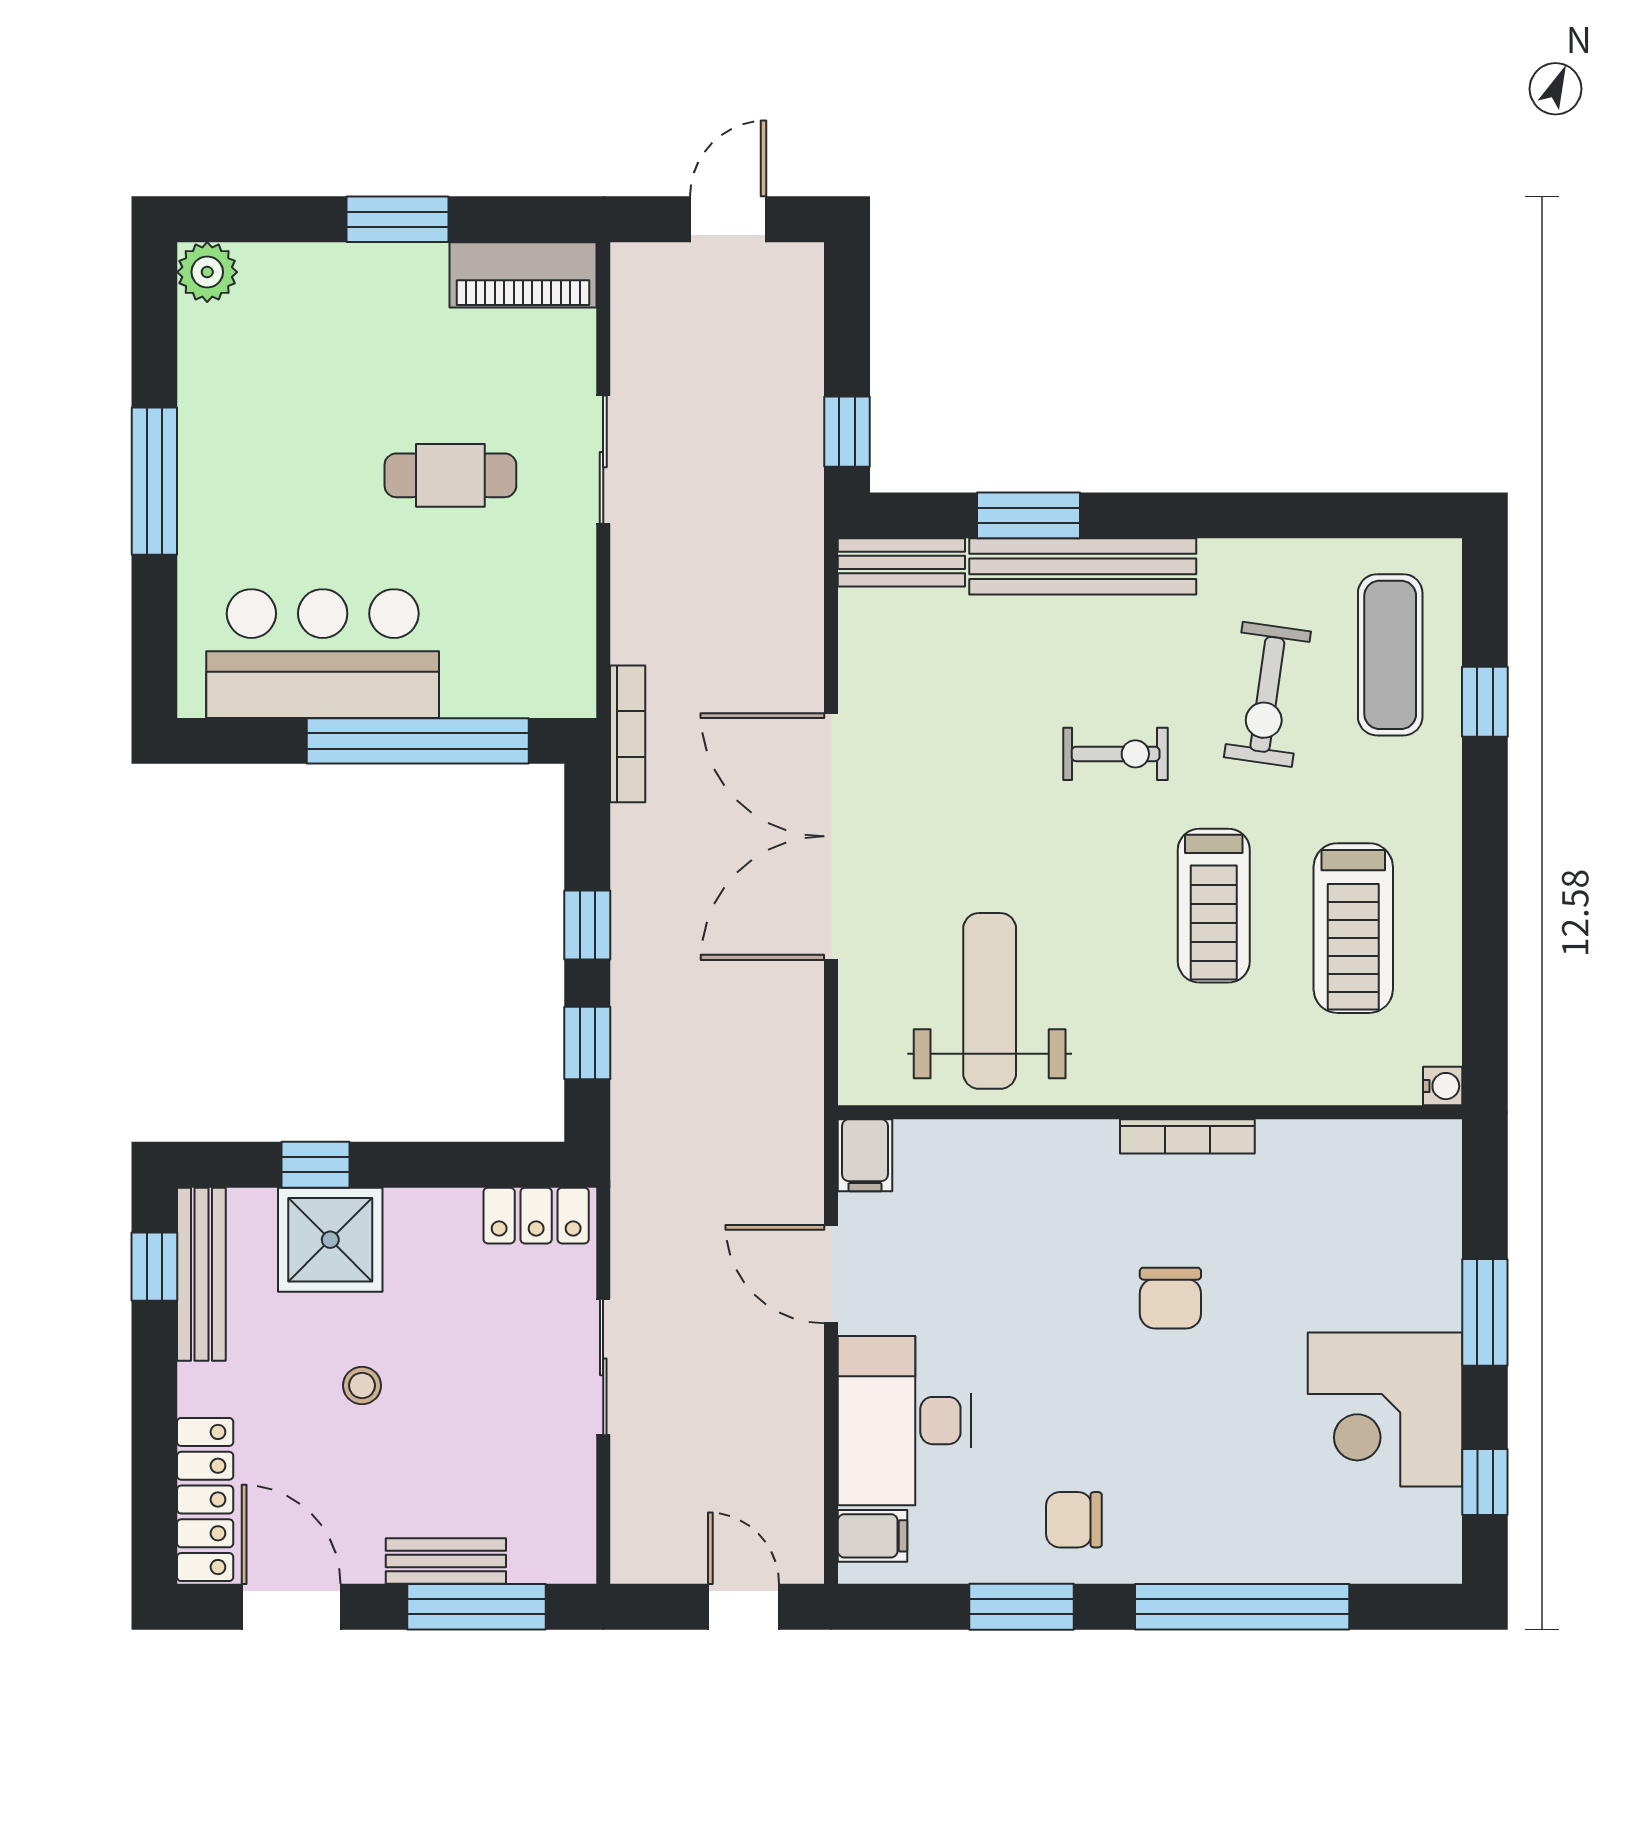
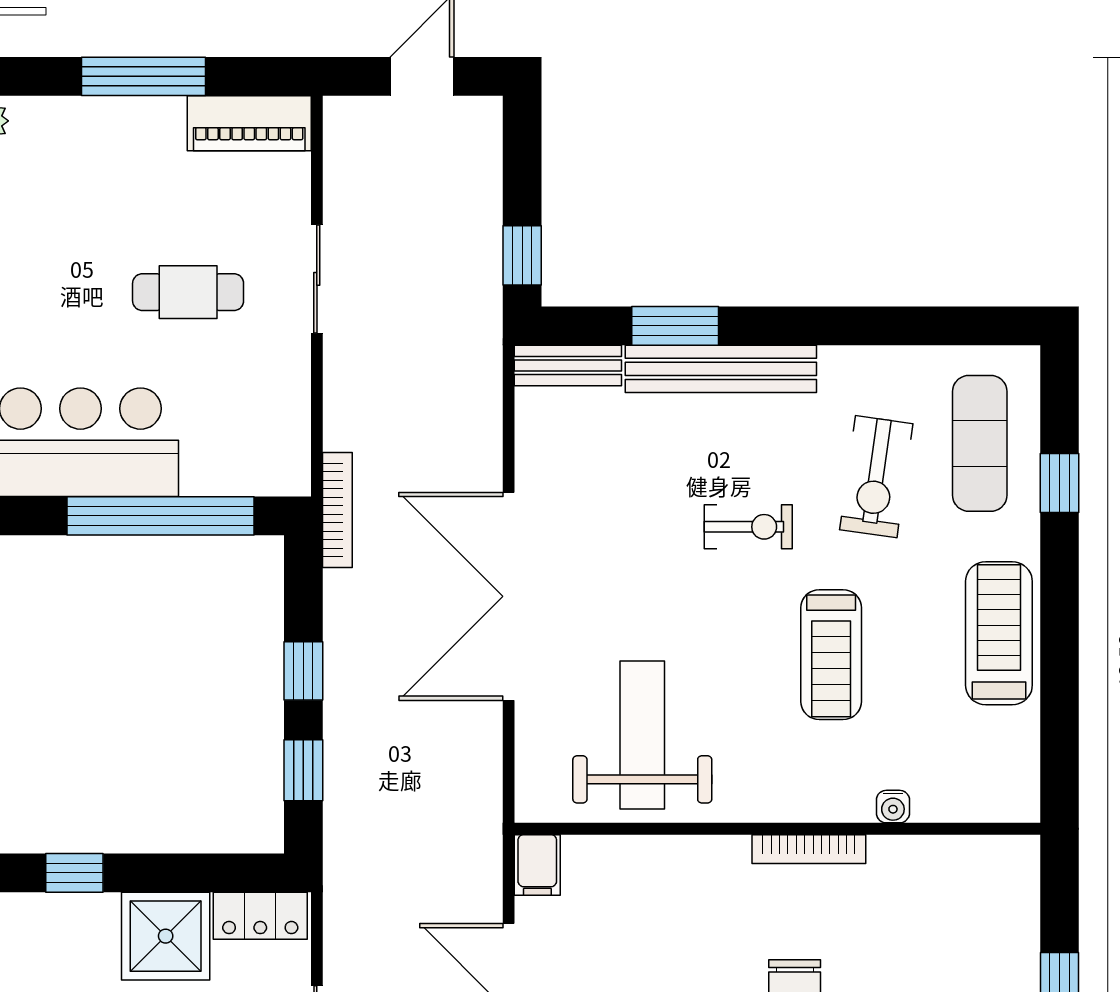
window: (397, 219) -> (143, 76), width x1.44
treadmill: (1353, 928) -> (999, 633), moved, turned 180
water cooler: (1443, 1086) -> (893, 807), moved, turned 90
shower: (330, 1240) -> (166, 936), moved

